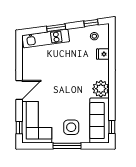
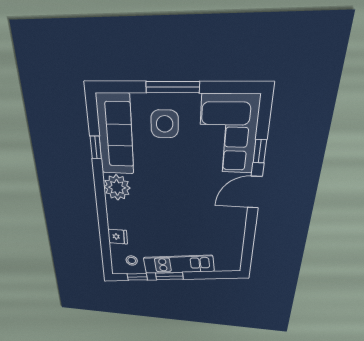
window: (56, 28) -> (169, 276), moved
kitchen unit: (46, 38) -> (178, 264), moved
window: (112, 127) -> (96, 147), moved
window: (19, 128) -> (260, 151), moved

